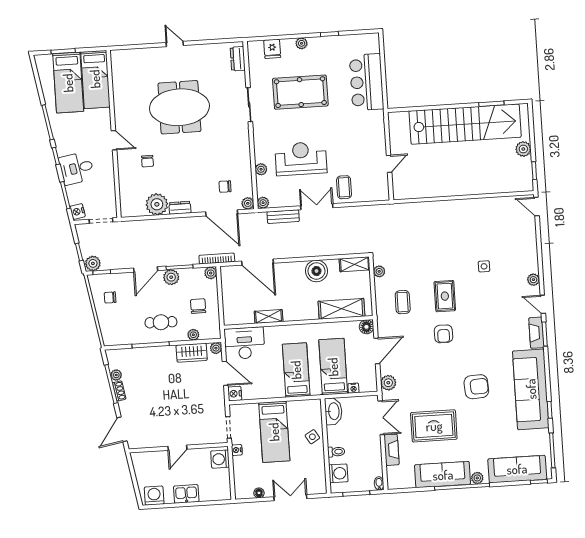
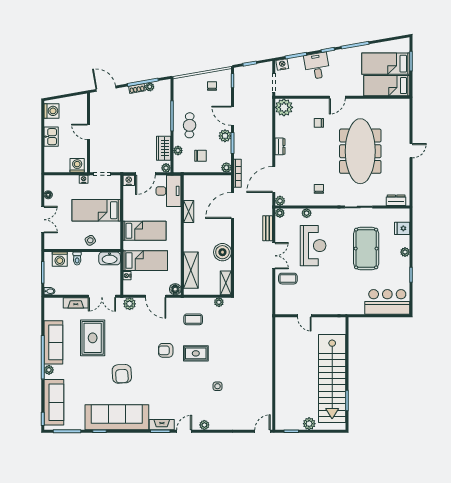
bar counter: (367, 82) -> (387, 302), moved
meeting table: (179, 107) -> (360, 151), width x1.36
chair: (225, 187) -> (319, 189), moved
plant: (157, 204) -> (284, 107), moved
plant: (93, 263) -> (240, 74), removed

